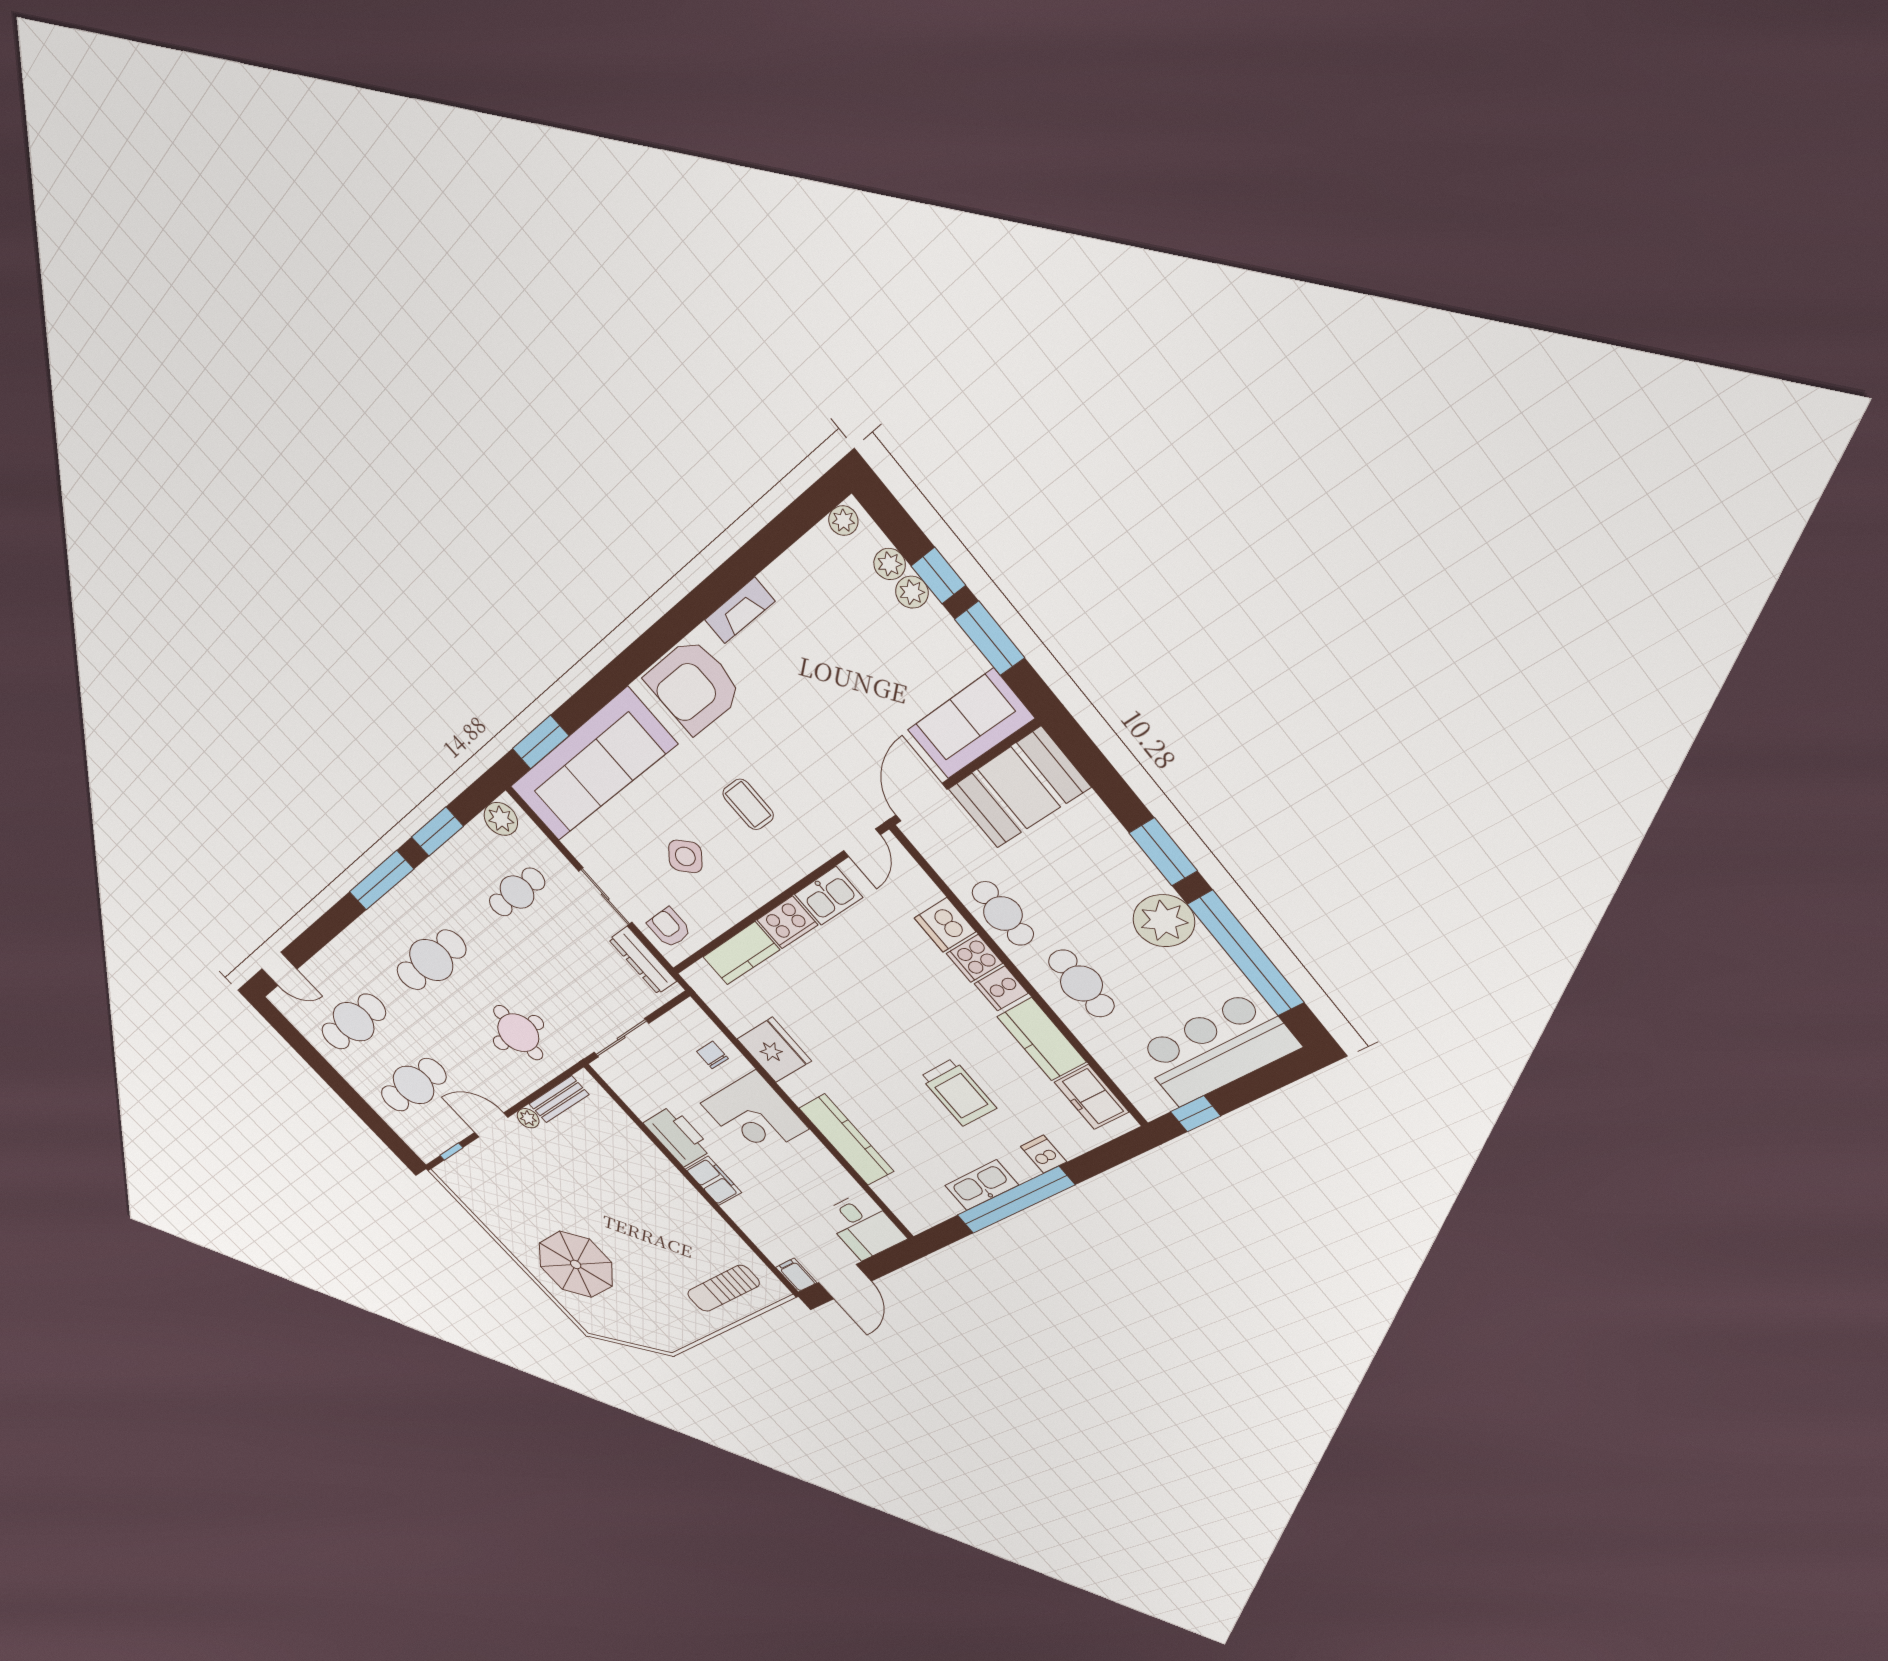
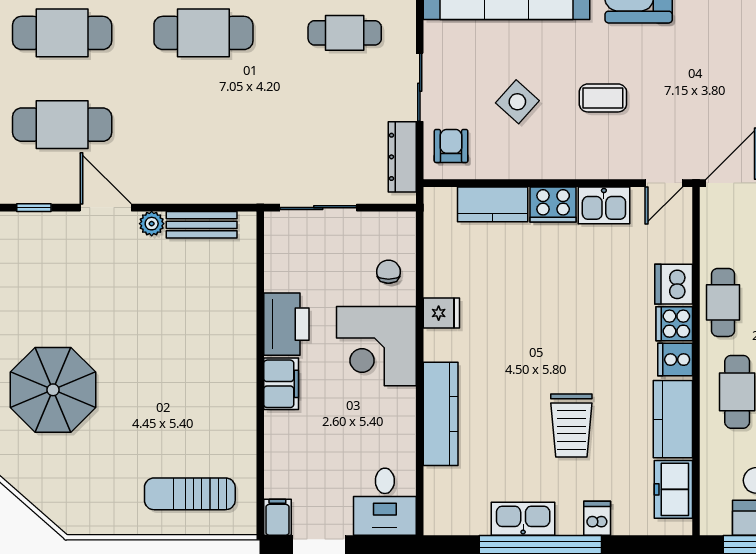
coffee table: (748, 804) -> (603, 98), turned 90
round table: (518, 1033) -> (223, 144), removed
fridge: (774, 1050) -> (441, 313), width x0.53, depth x0.75

